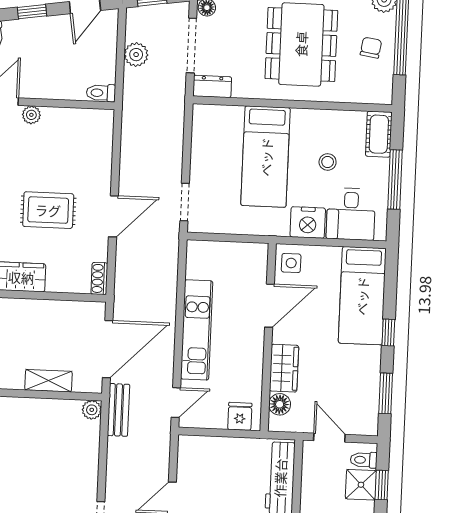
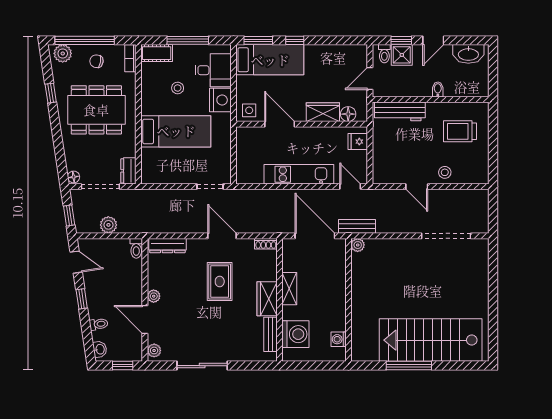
bookcase: (373, 96) -> (130, 58), added
dresser: (103, 138) -> (167, 246), added
shelving: (48, 381) -> (289, 289), moved
window: (386, 393) -> (258, 40), moved

